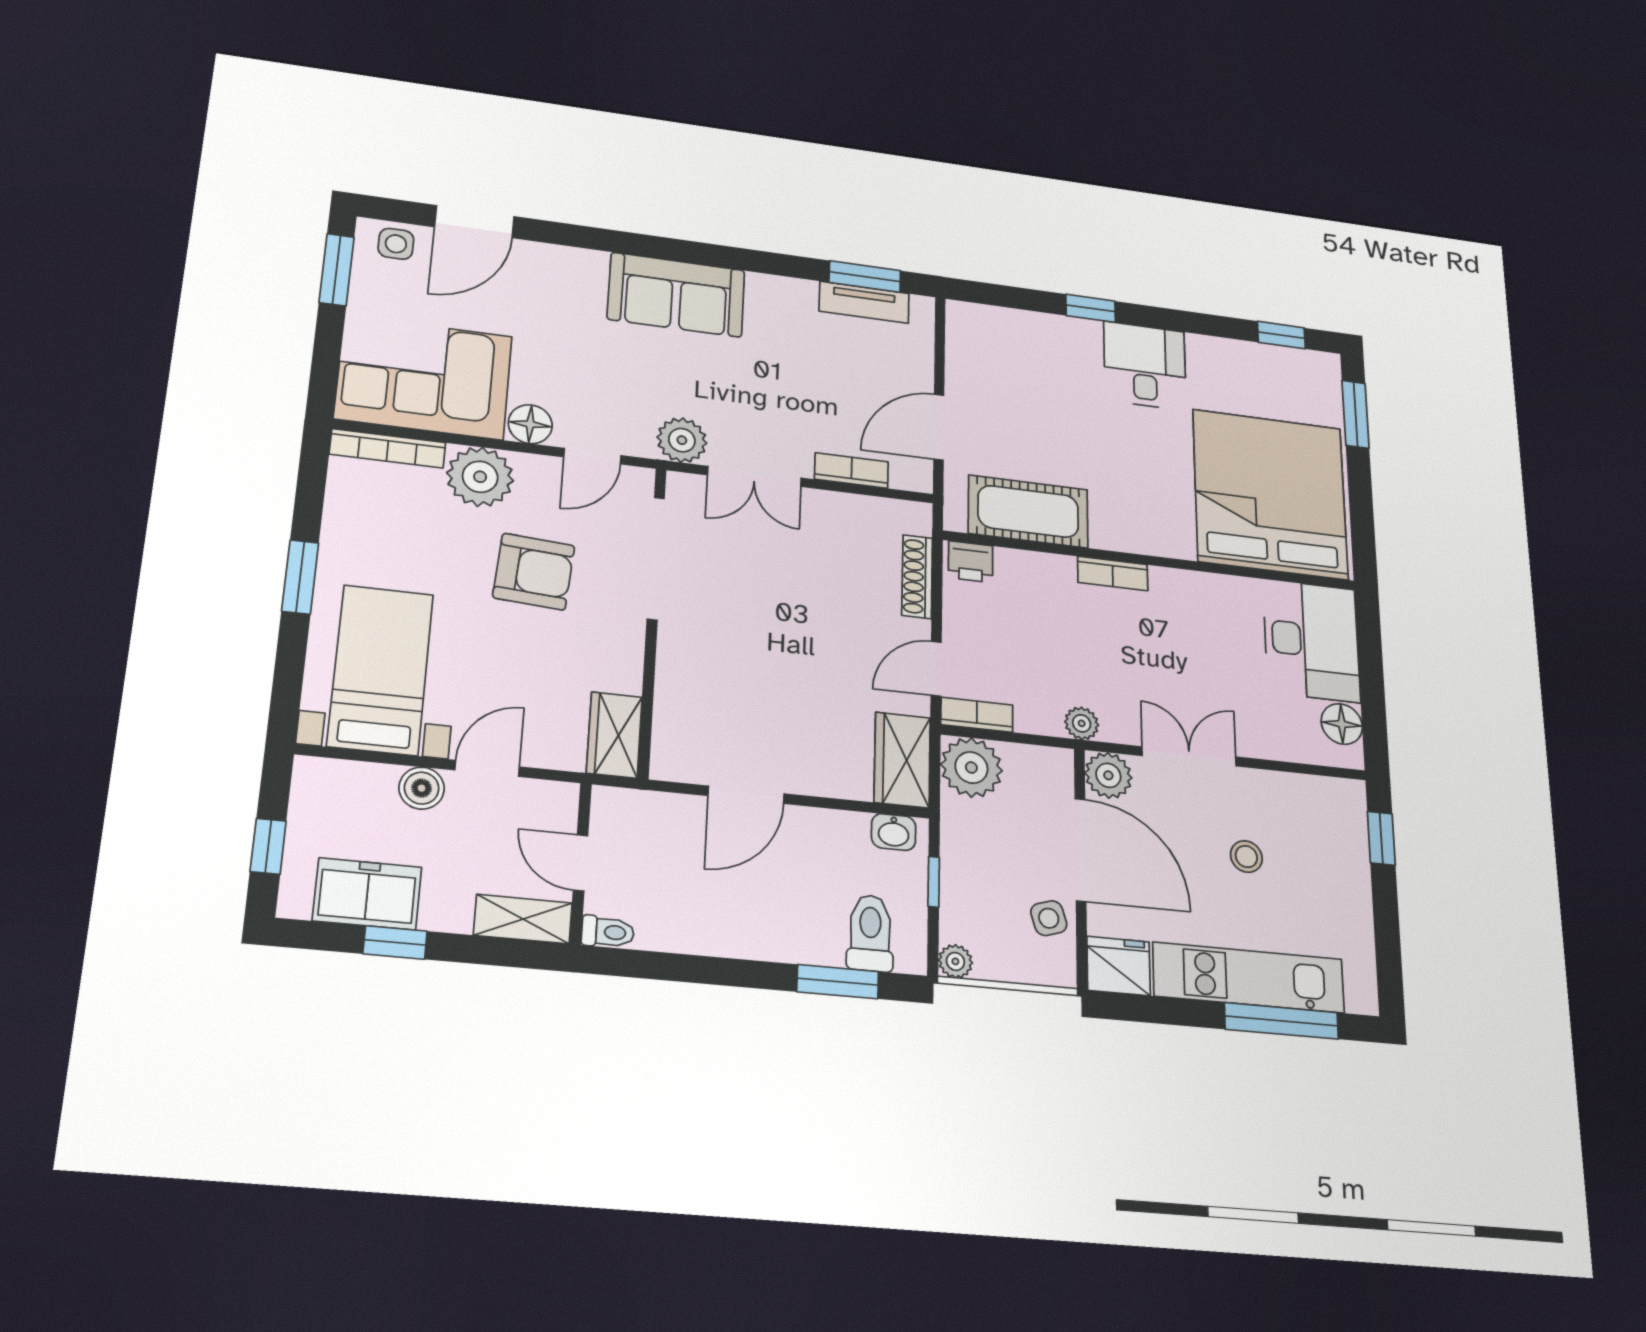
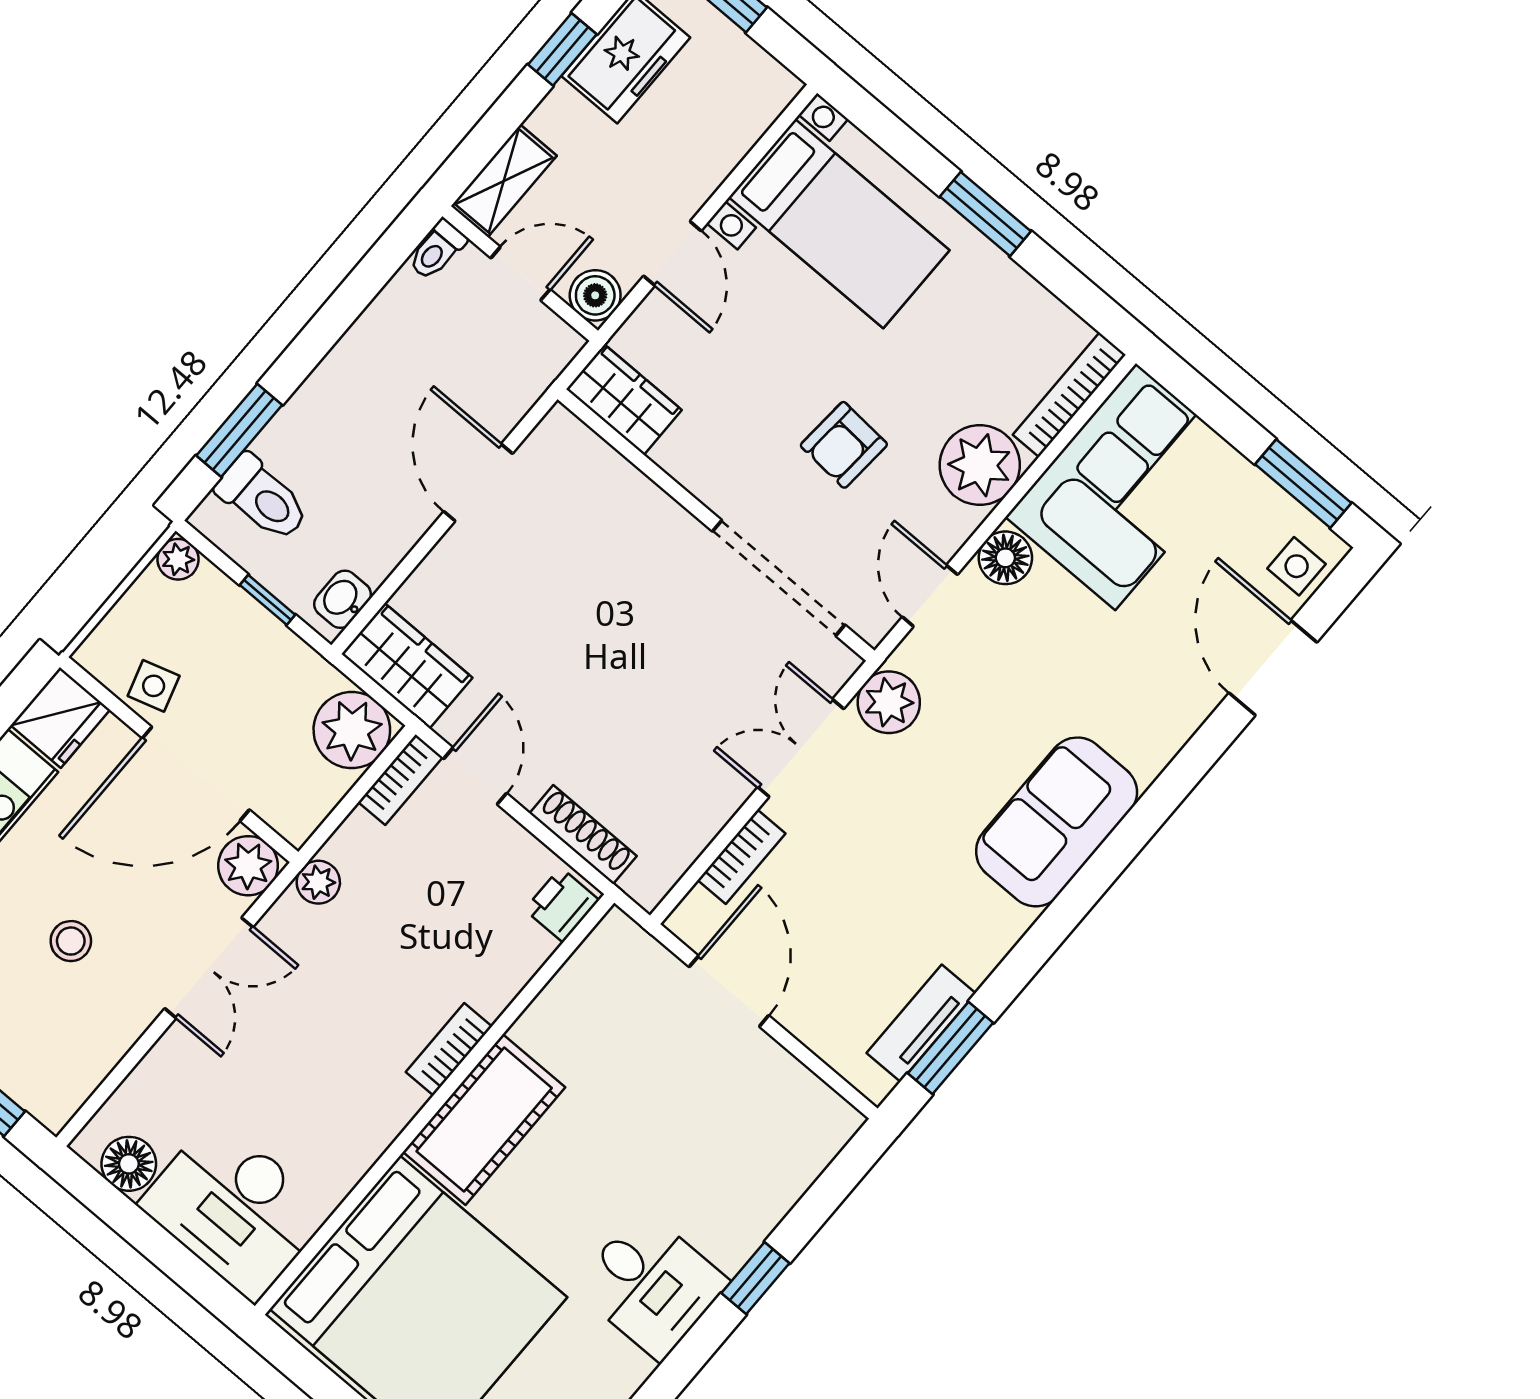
cot: (1028, 511) -> (484, 1120), moved
armchair: (534, 572) -> (844, 445), width x0.72, depth x0.72
boiler: (422, 788) -> (595, 295), moved

